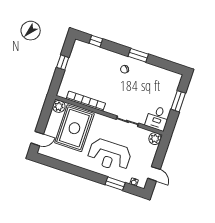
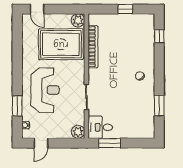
window: (138, 55) -> (159, 106), moved
window: (178, 101) -> (110, 143), moved
reception desk: (109, 155) -> (45, 90), turned 180

